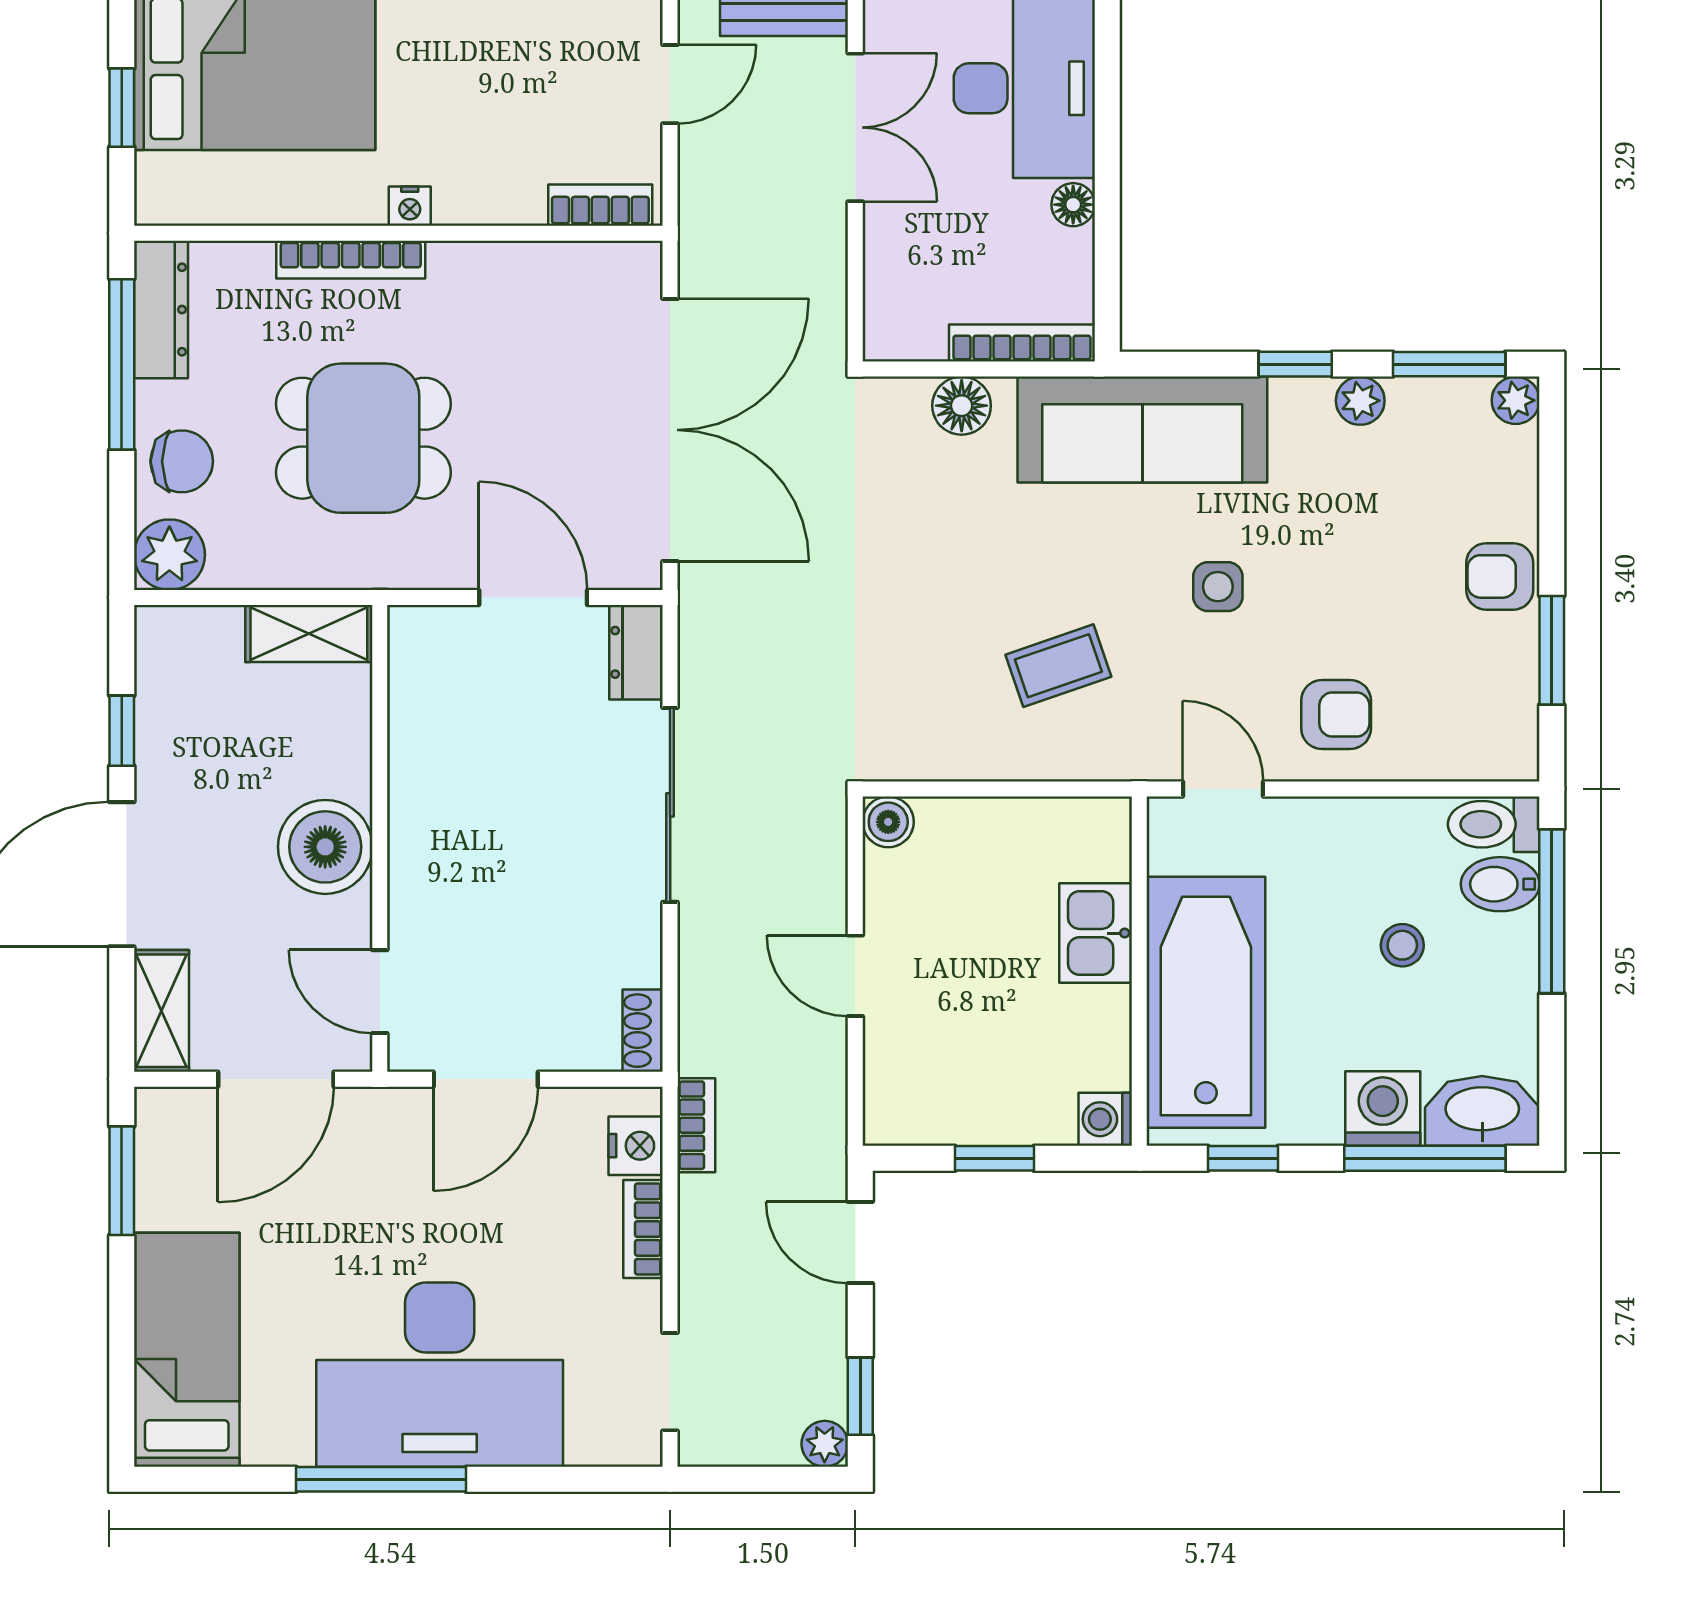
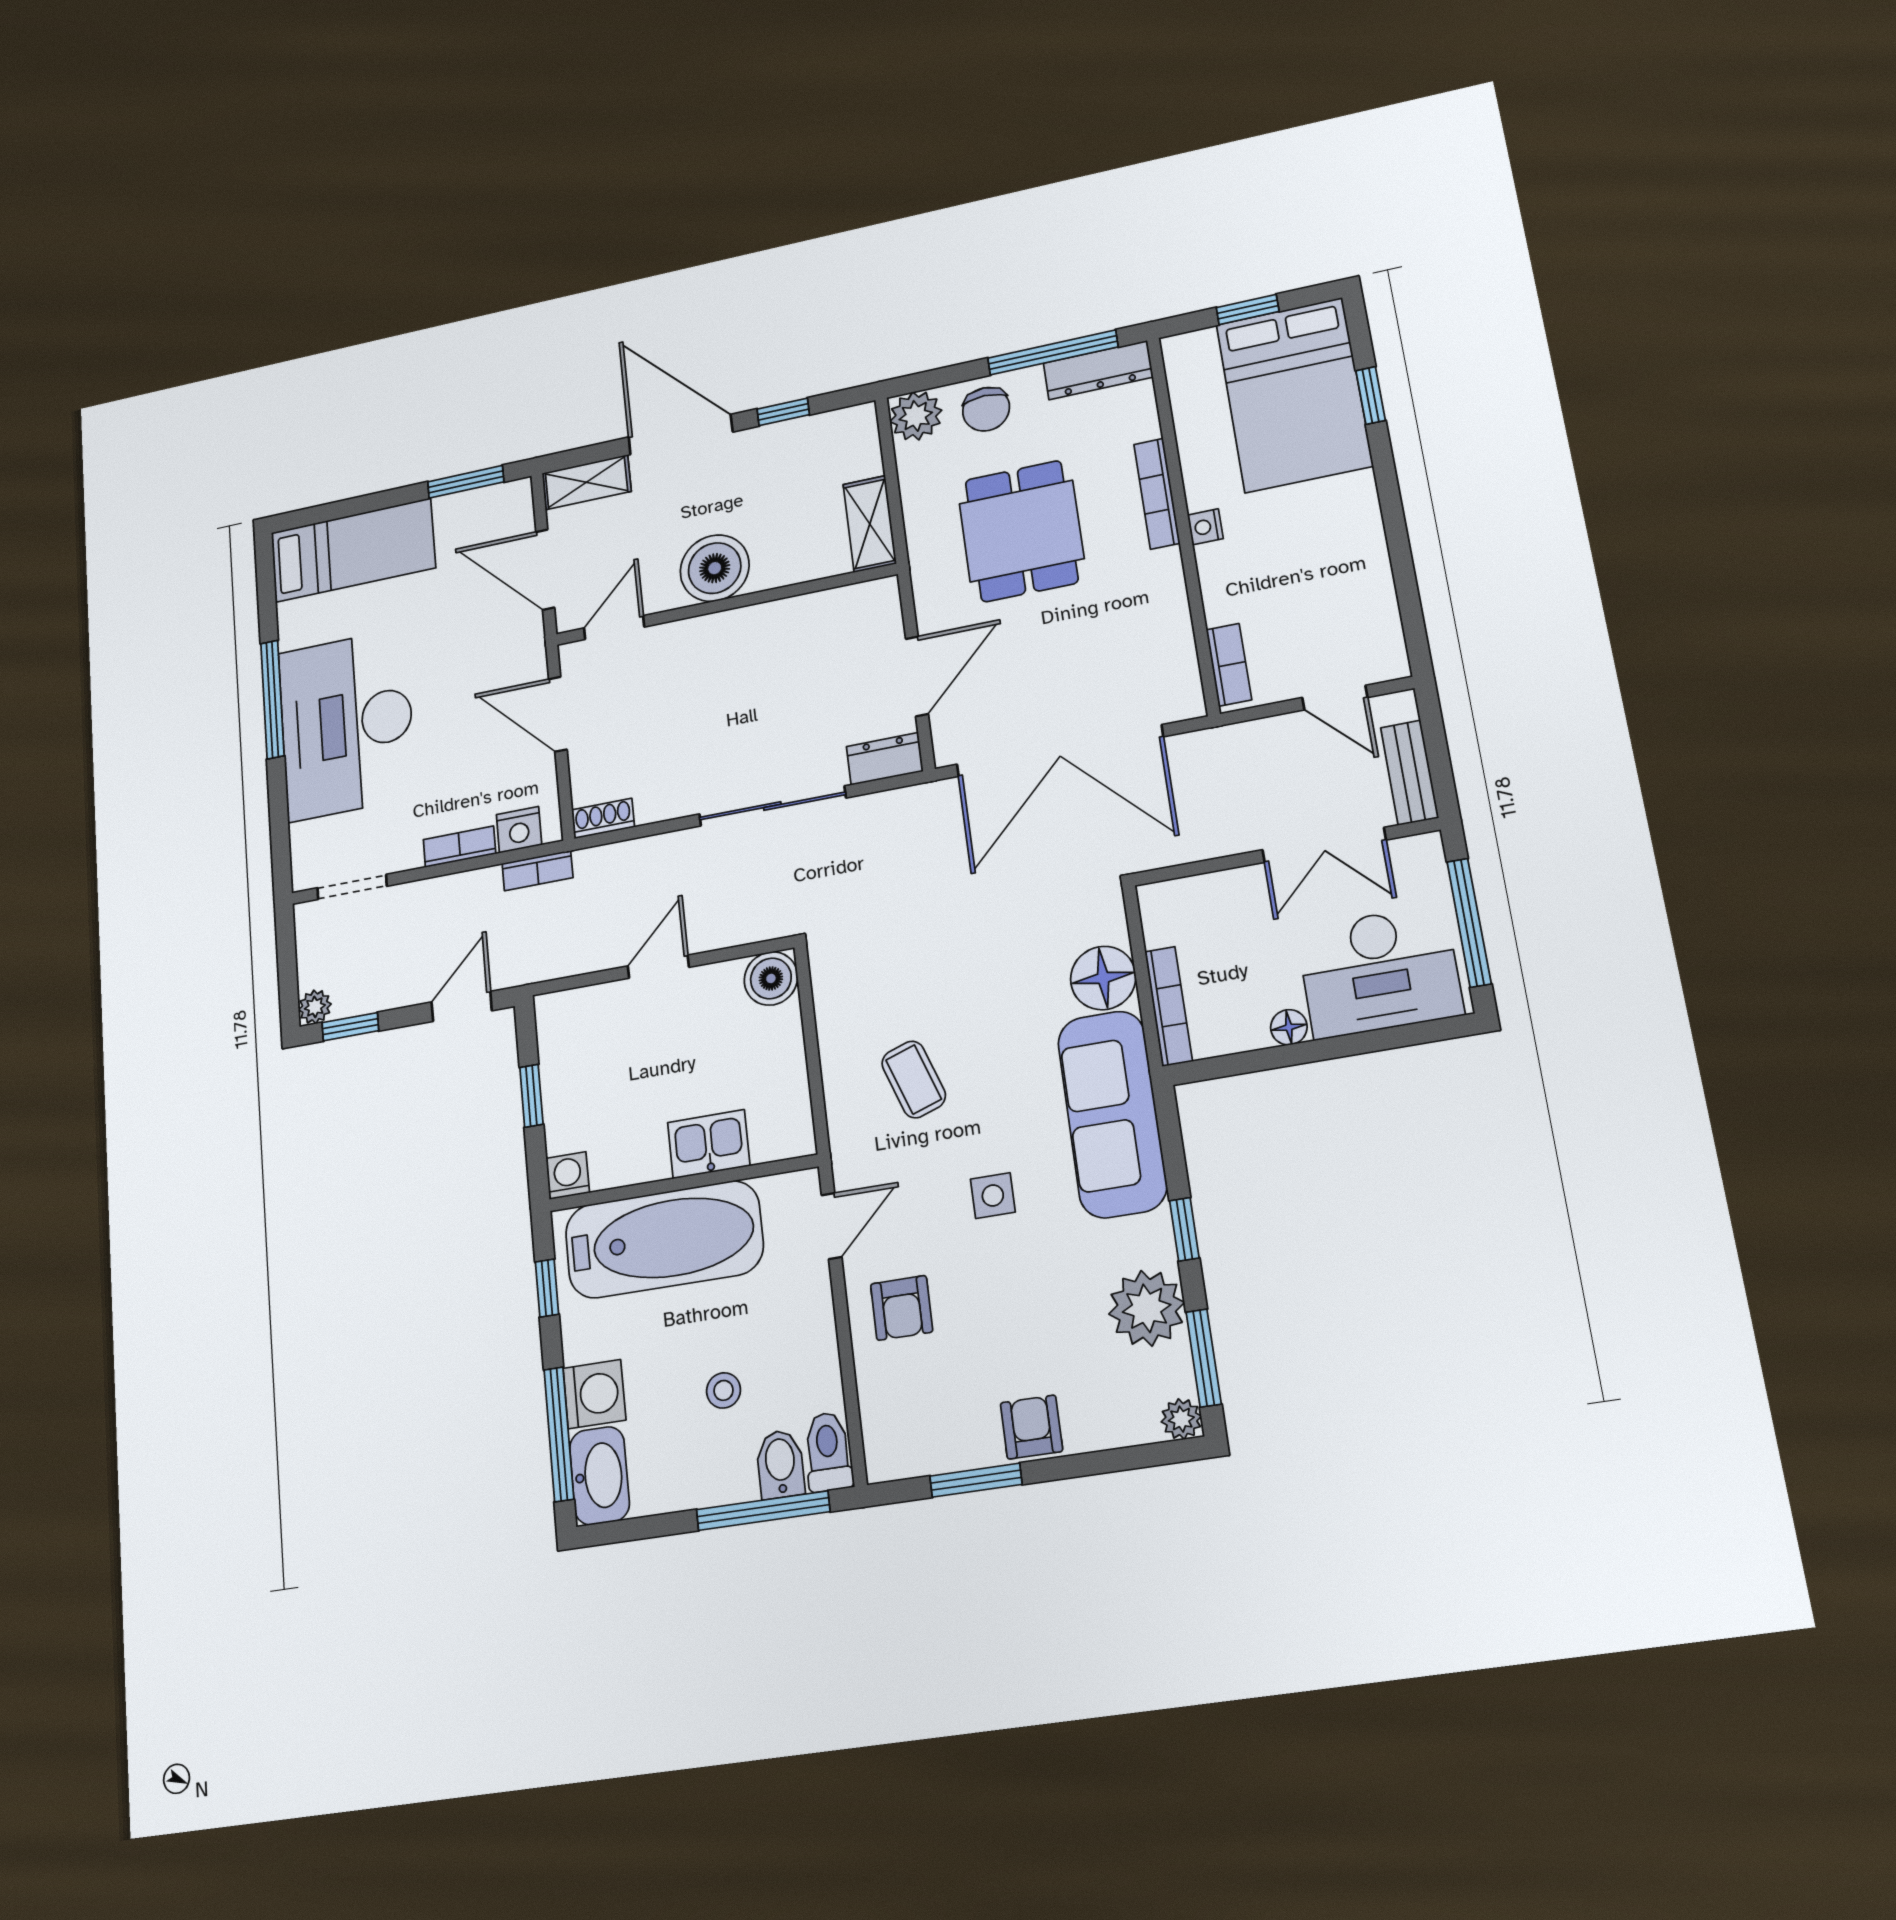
plant: (1360, 401) -> (1147, 1308), width x1.88, depth x1.88
floor lamp: (962, 406) -> (1103, 978), width x1.38, depth x1.38
boiler: (888, 822) -> (771, 978), width x1.36, depth x1.36

